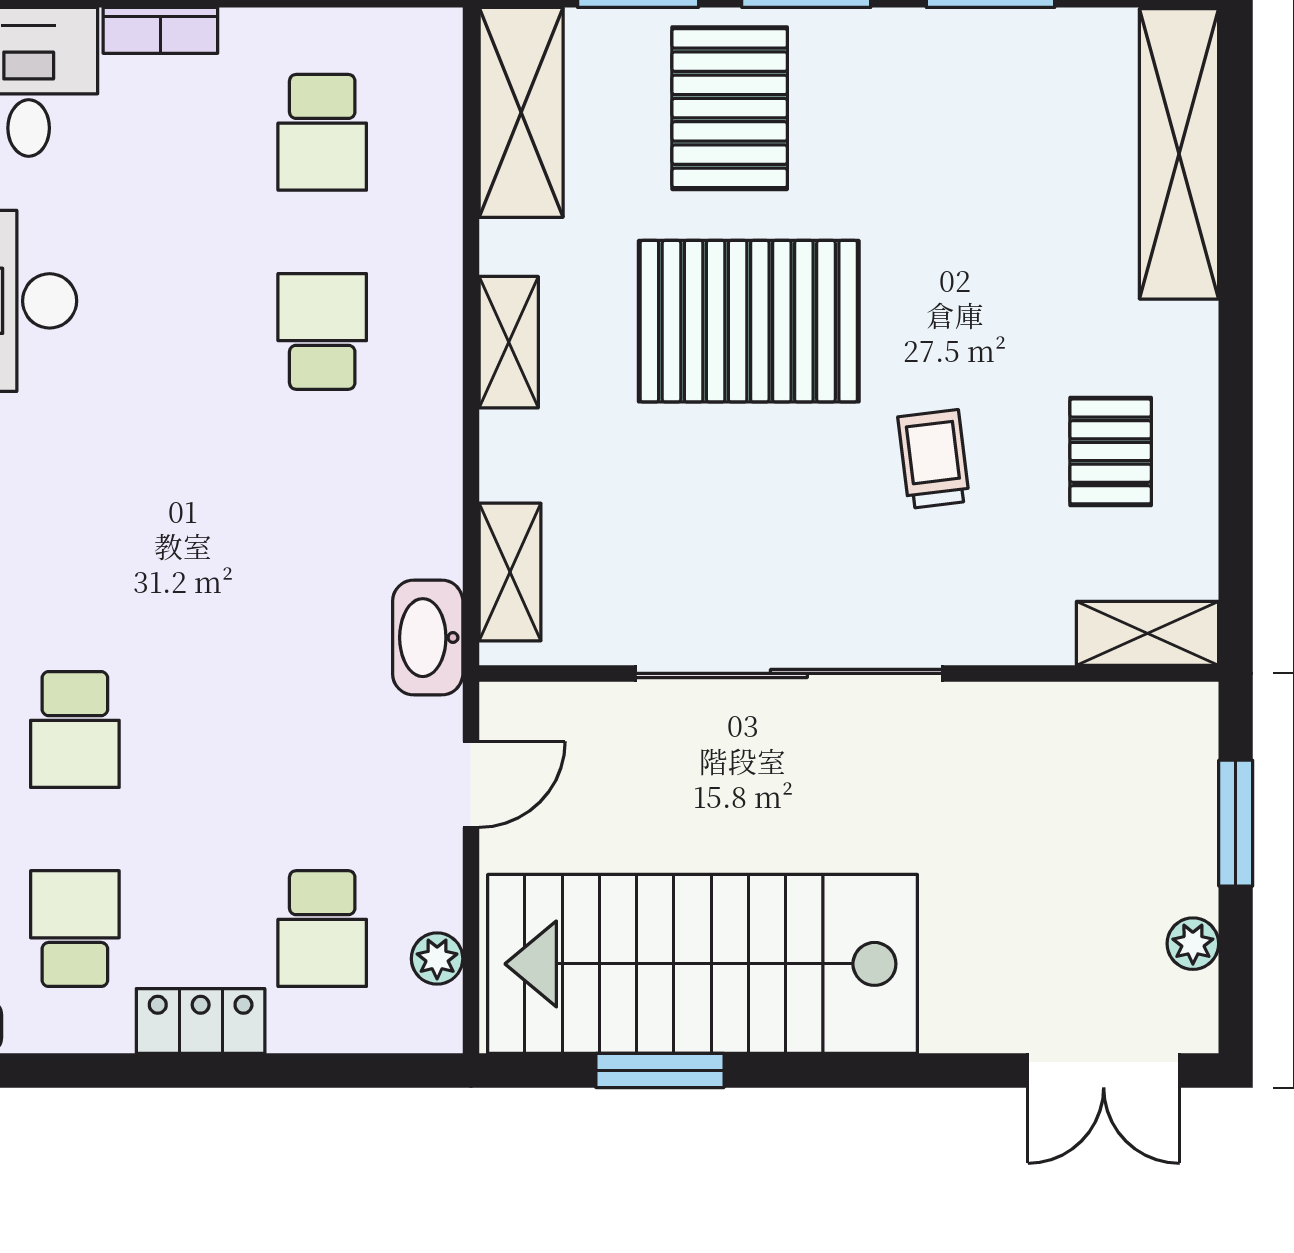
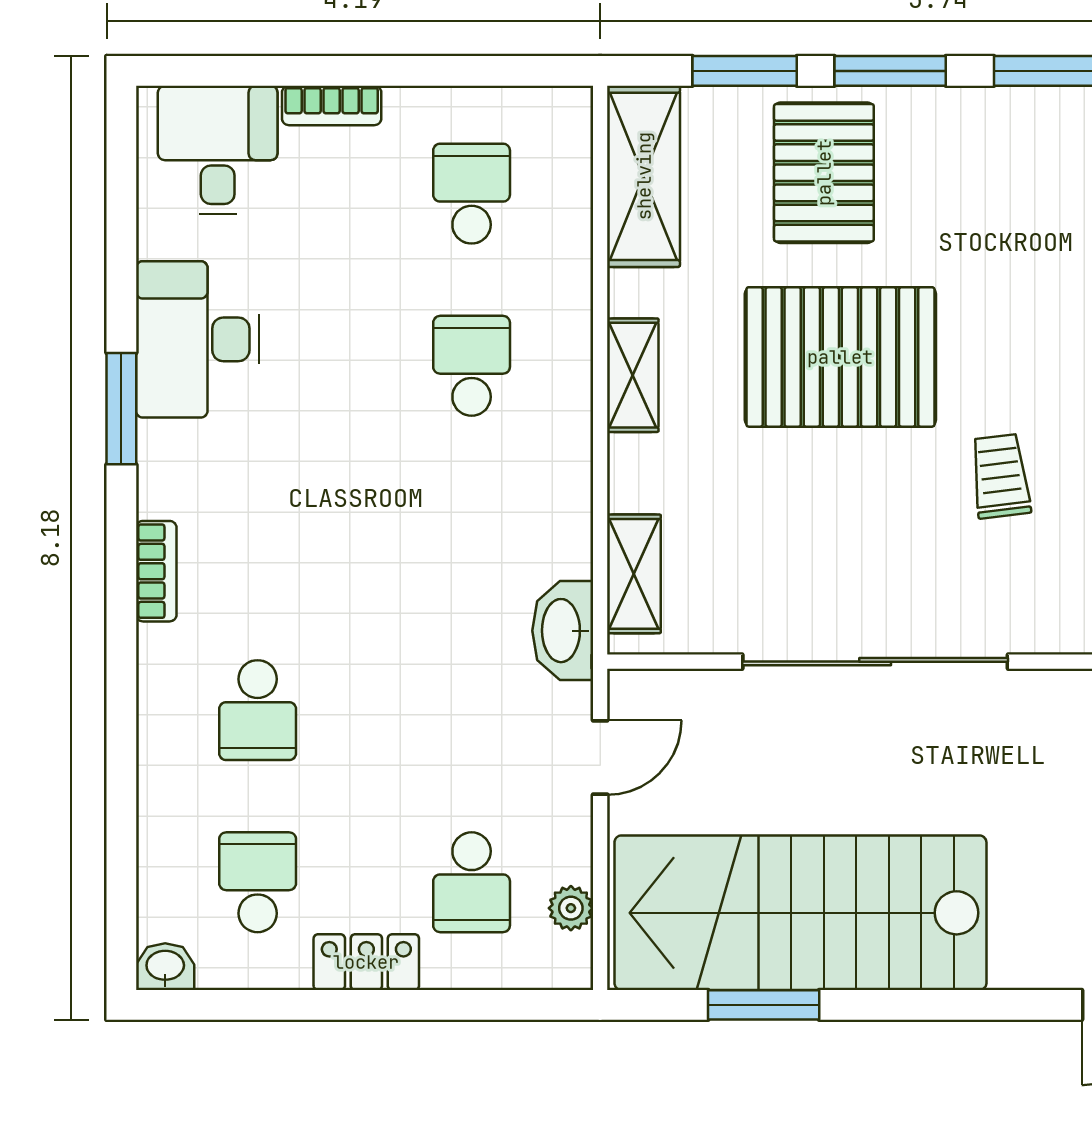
school desk: (322, 132) -> (472, 194), turned 180

